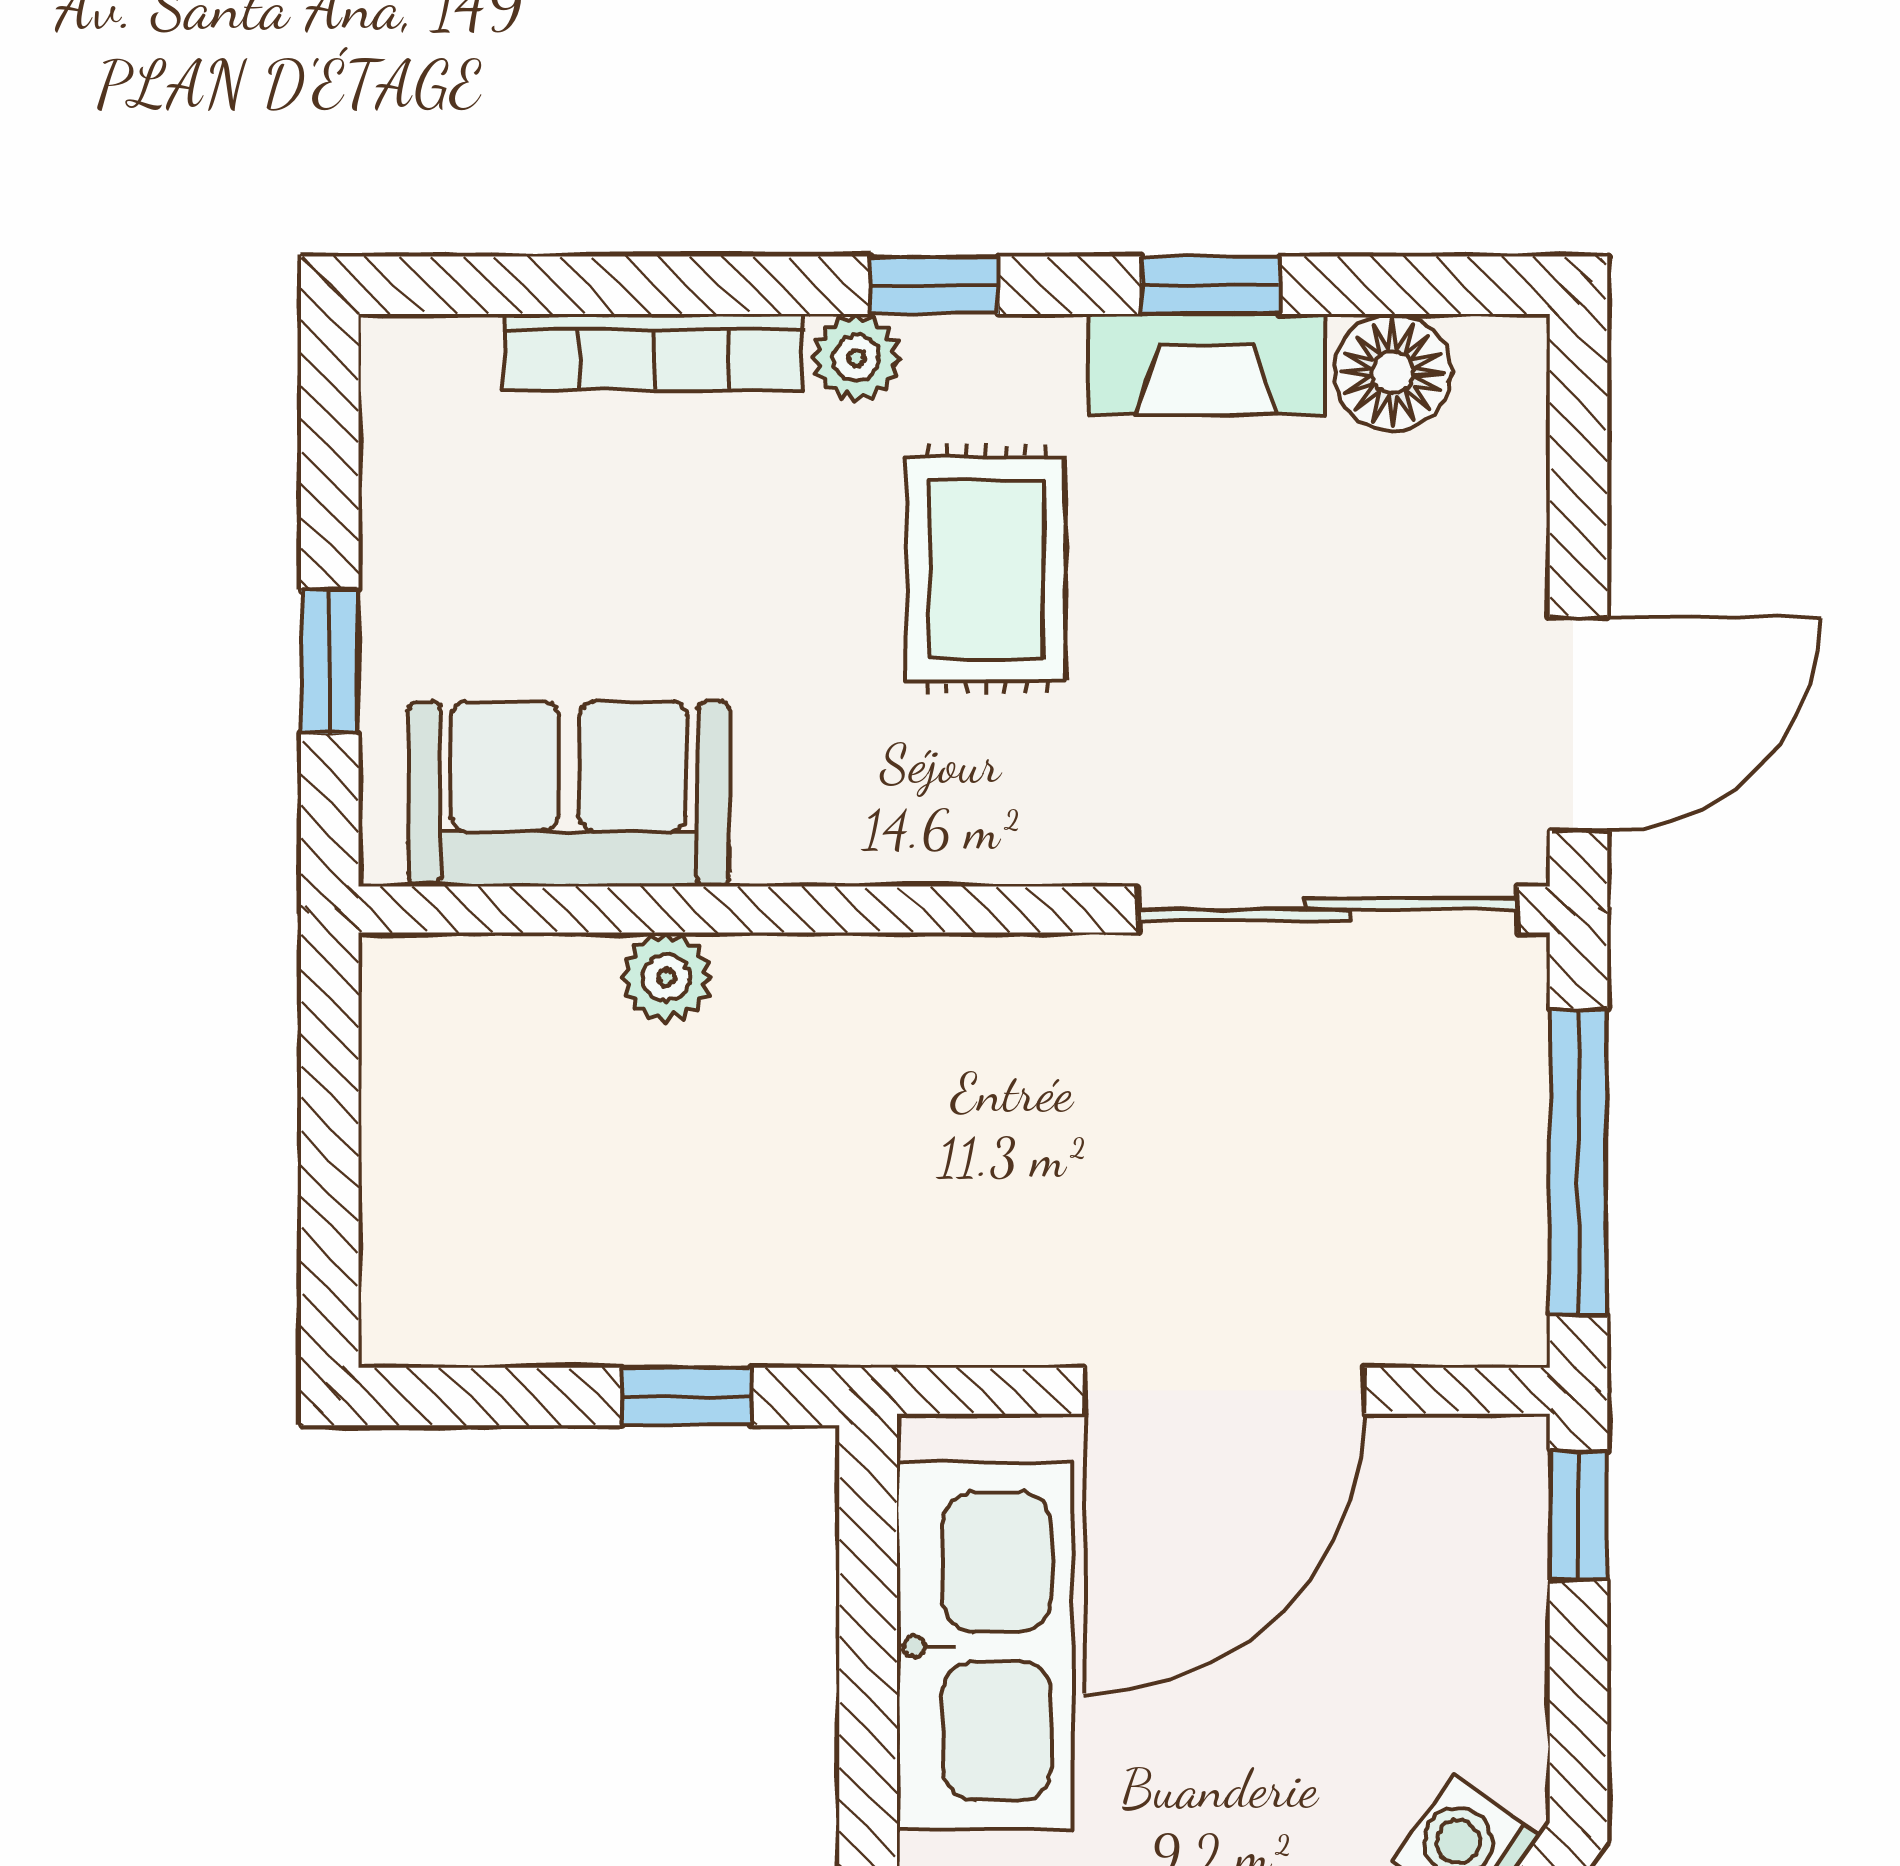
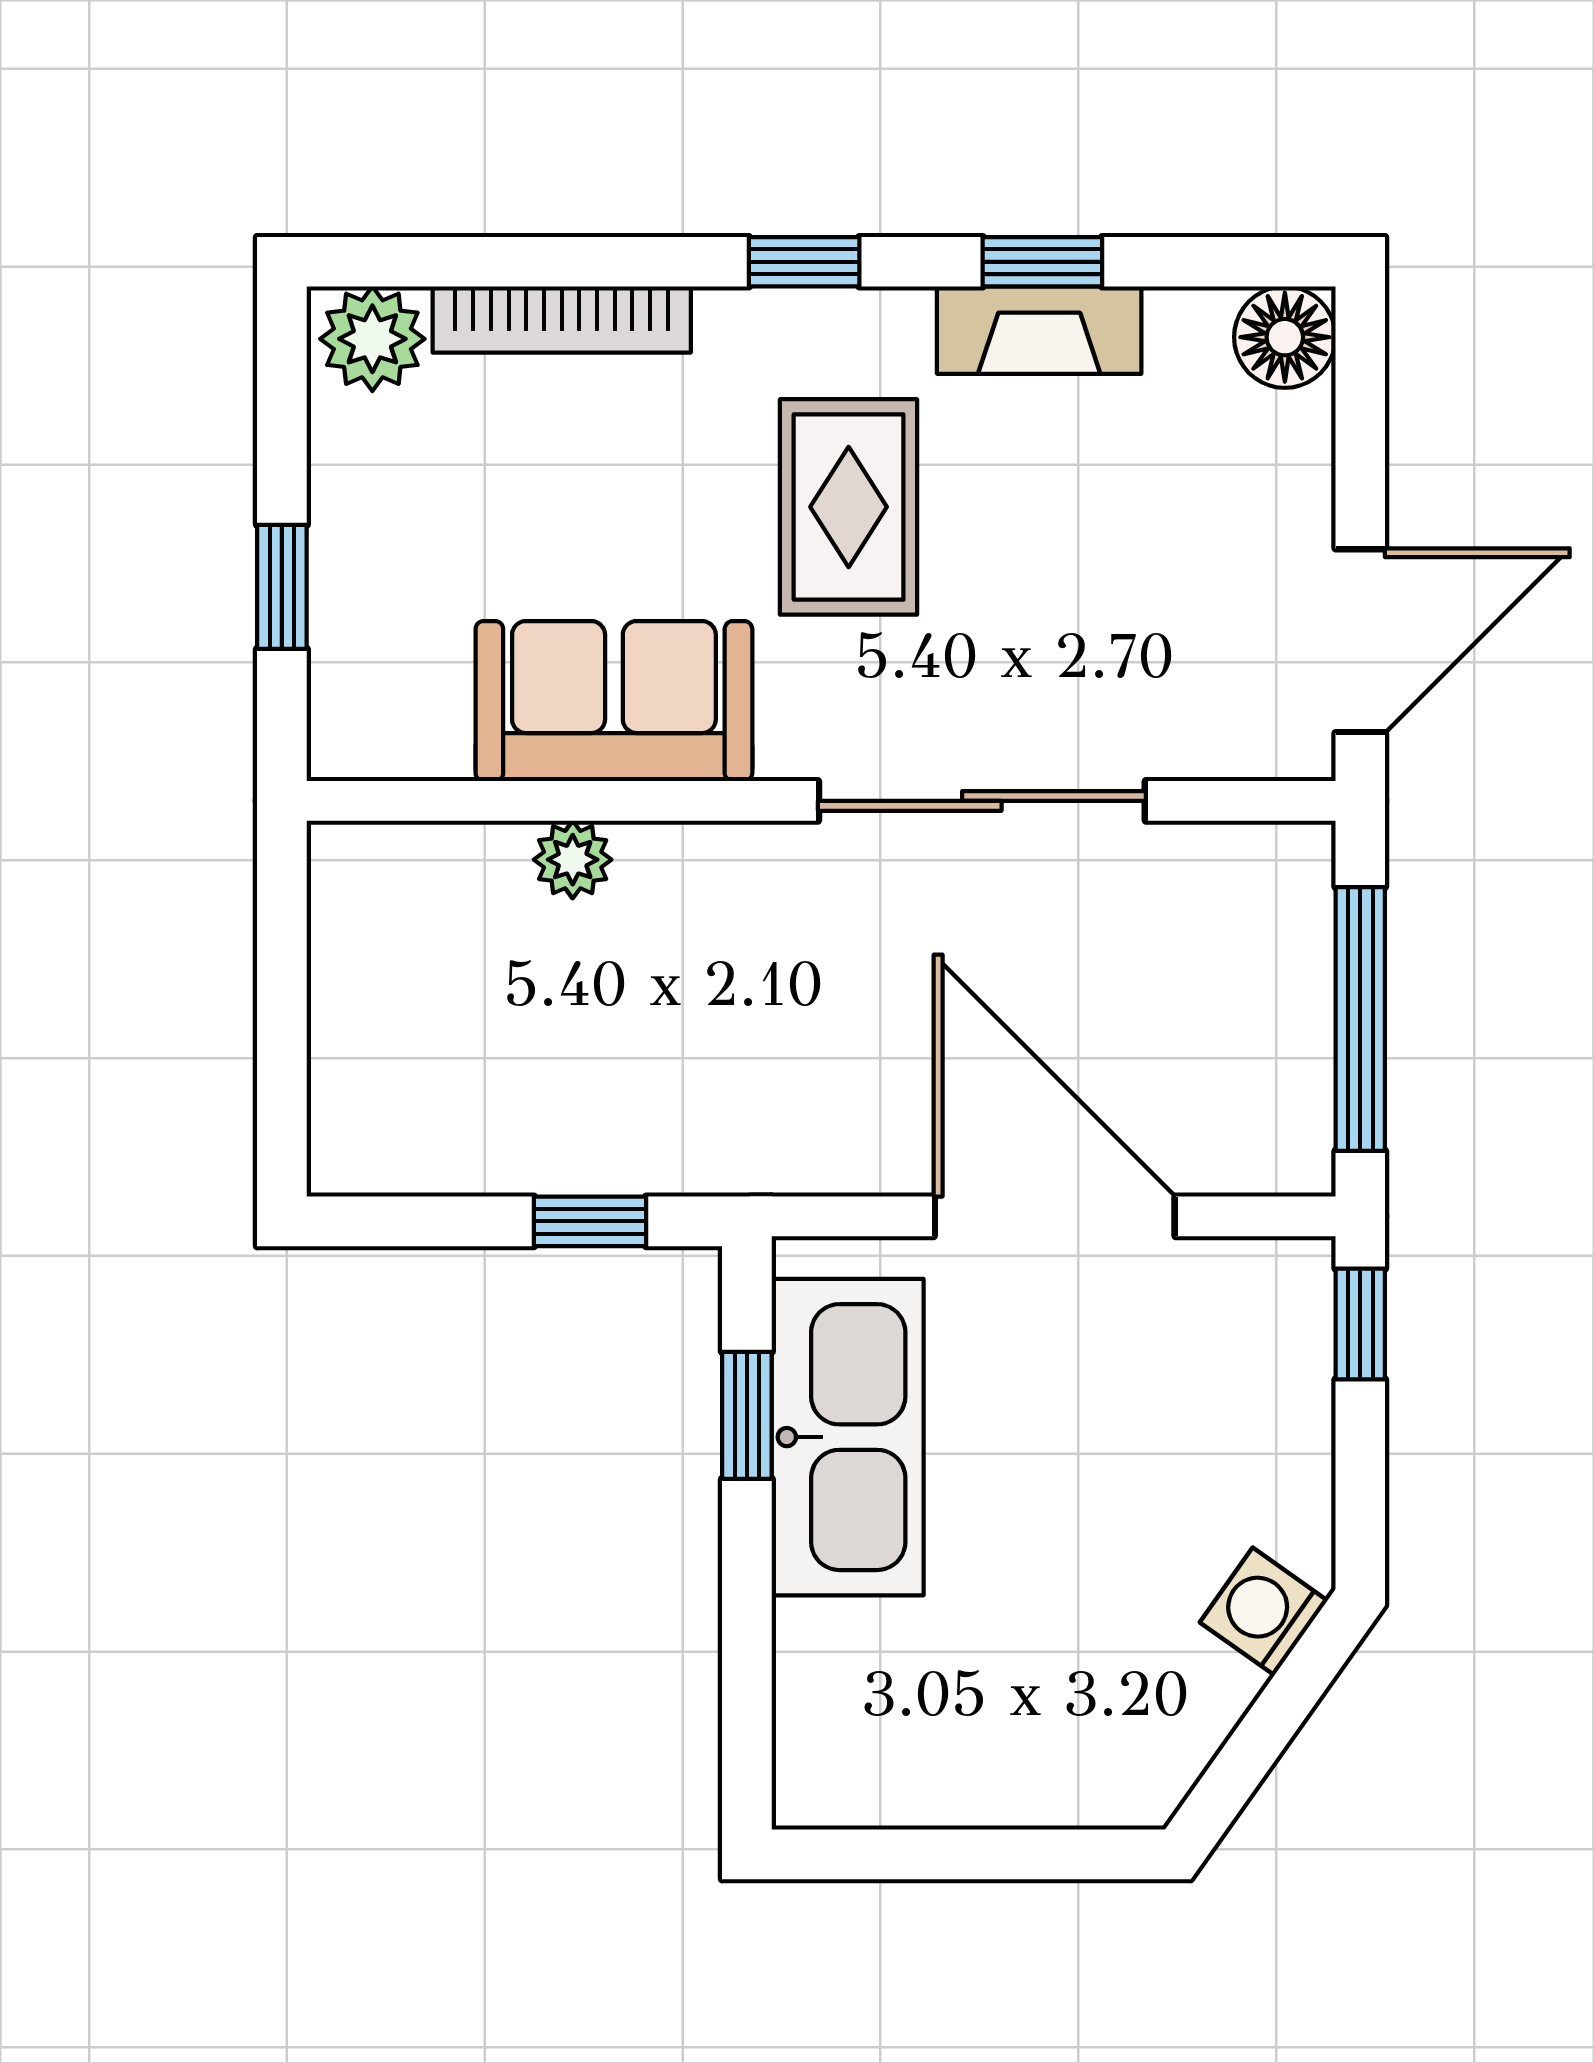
plant: (856, 358) -> (372, 339), moved, width x1.38, depth x1.38
floor lamp: (1393, 372) -> (1285, 337), moved
sofa: (569, 794) -> (614, 701), moved
sliding door: (1328, 910) -> (982, 801), moved
door: (1225, 1391) -> (1055, 1216), swing flipped
window: (868, 1621) -> (747, 1415), added

